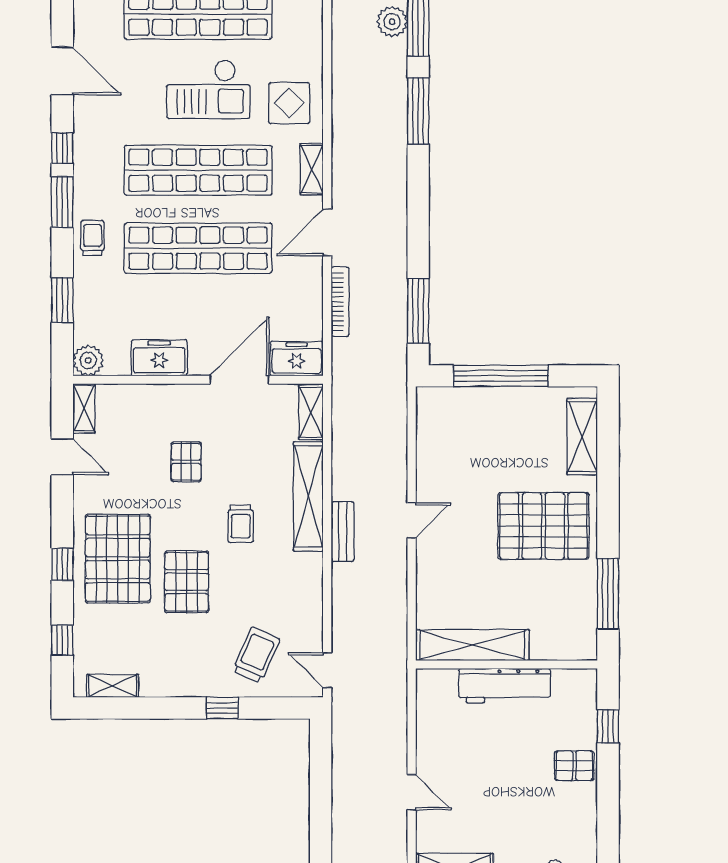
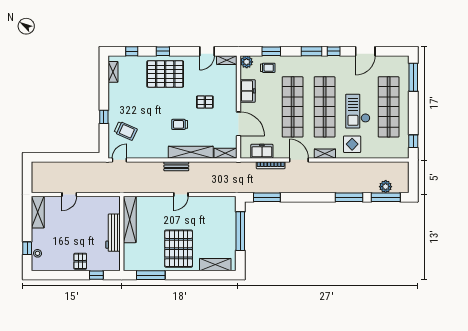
trolley: (92, 238) -> (268, 68), moved
freezer: (297, 359) -> (262, 151), moved, turned -90
door: (412, 520) -> (181, 195), hinge flipped
pallet: (187, 582) -> (156, 102), removed

